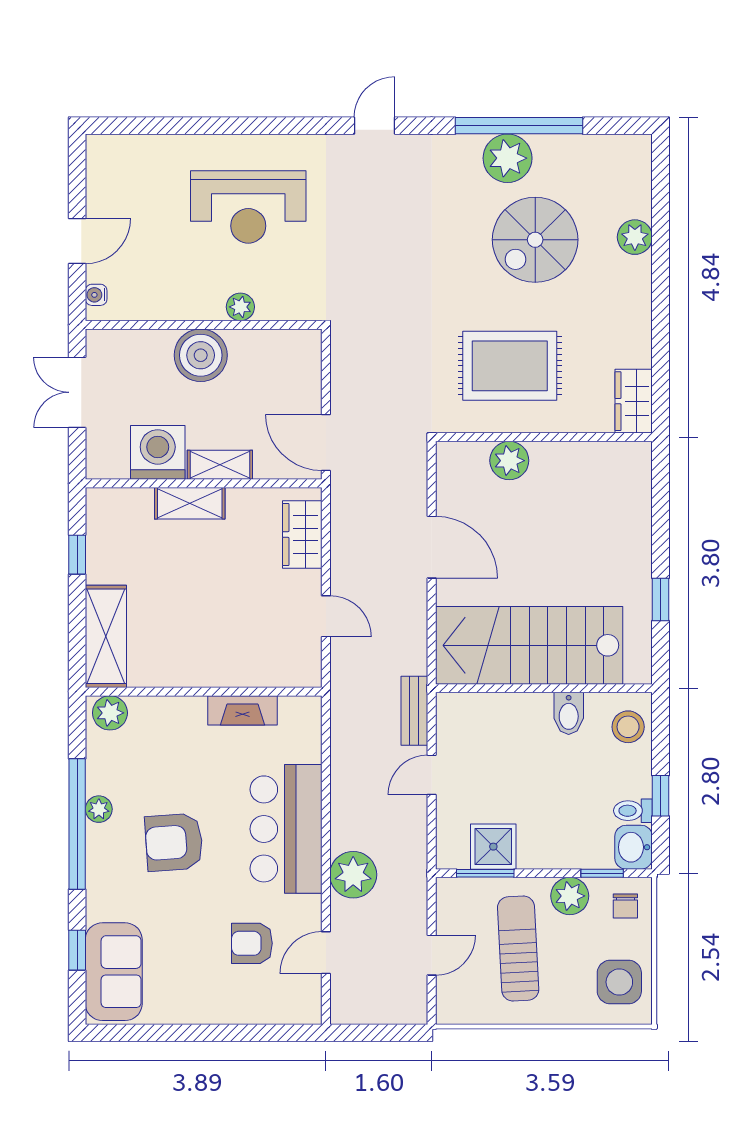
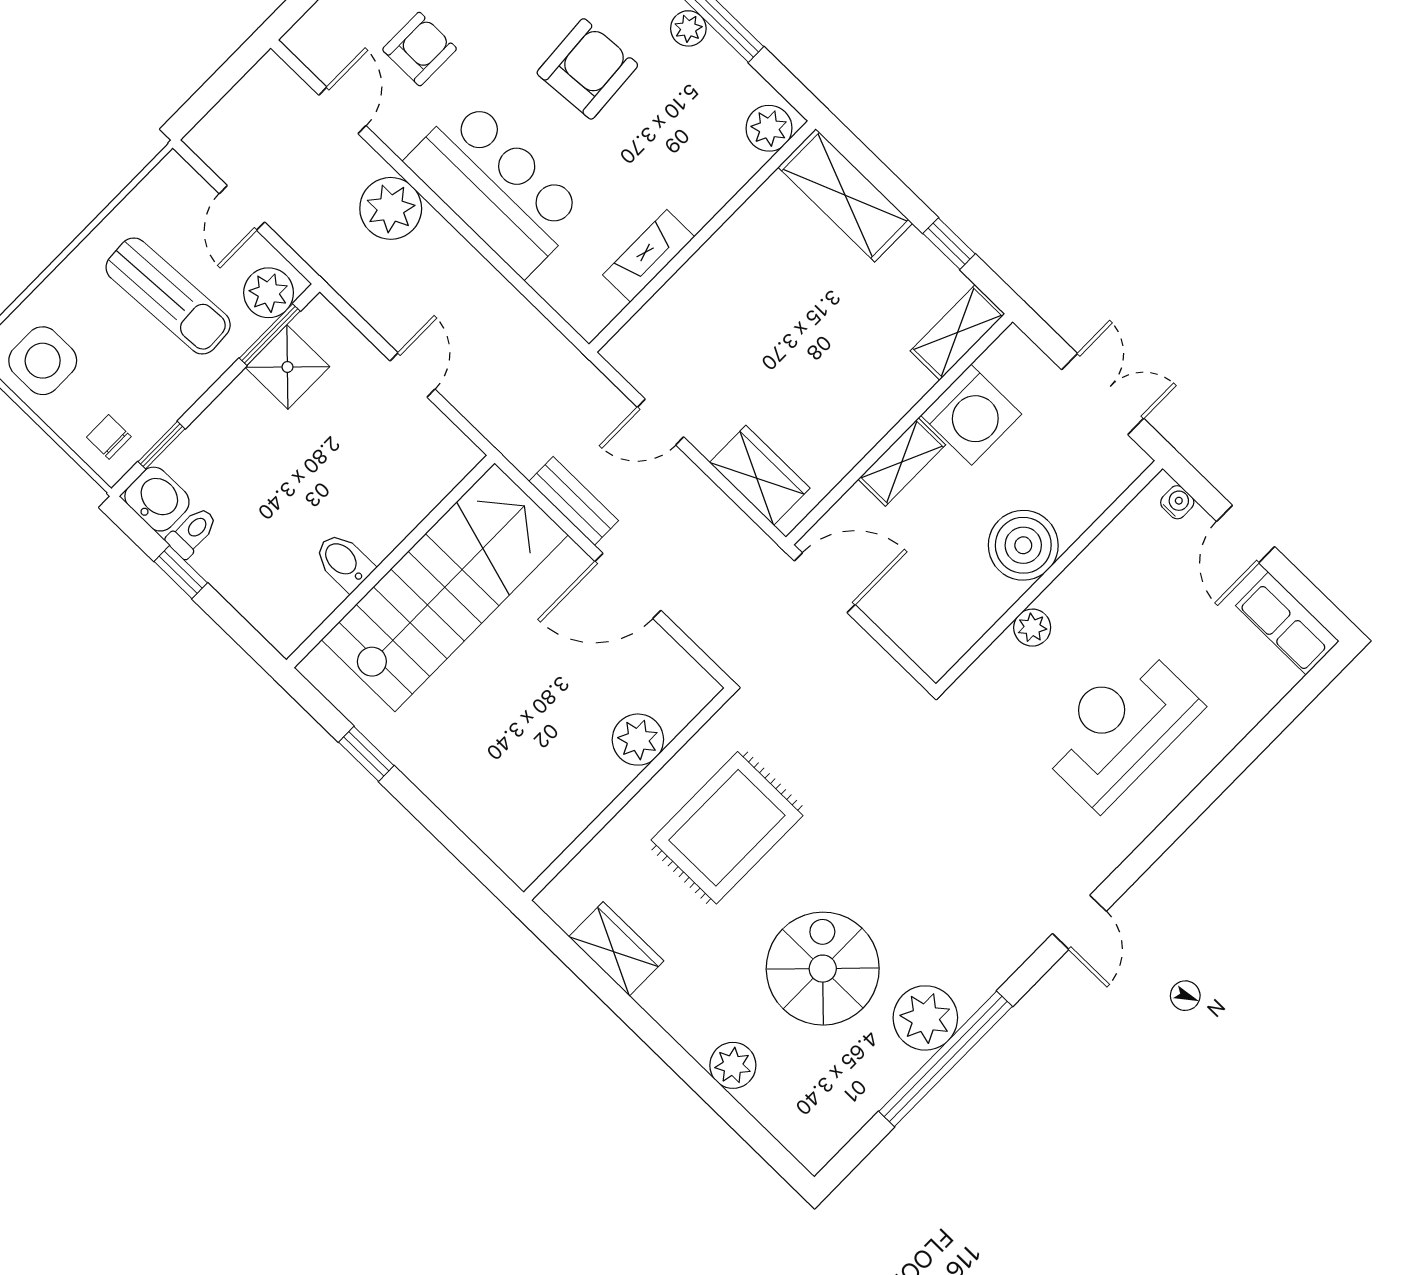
row of seats: (103, 171) -> (1287, 623), added
wardrobe: (634, 401) -> (616, 949), moved
shelving: (190, 503) -> (958, 332), moved
bench: (414, 711) -> (574, 501), moved
stool: (628, 727) -> (276, 605), removed
plant: (570, 896) -> (269, 293), moved

